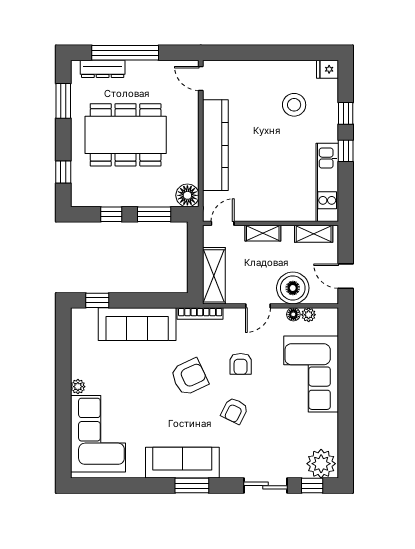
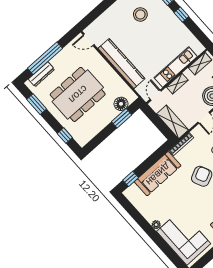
kitchen unit: (327, 182) -> (176, 67), moved, turned 90
floor lamp: (187, 195) -> (121, 104), moved
window: (111, 214) -> (103, 135), removed

